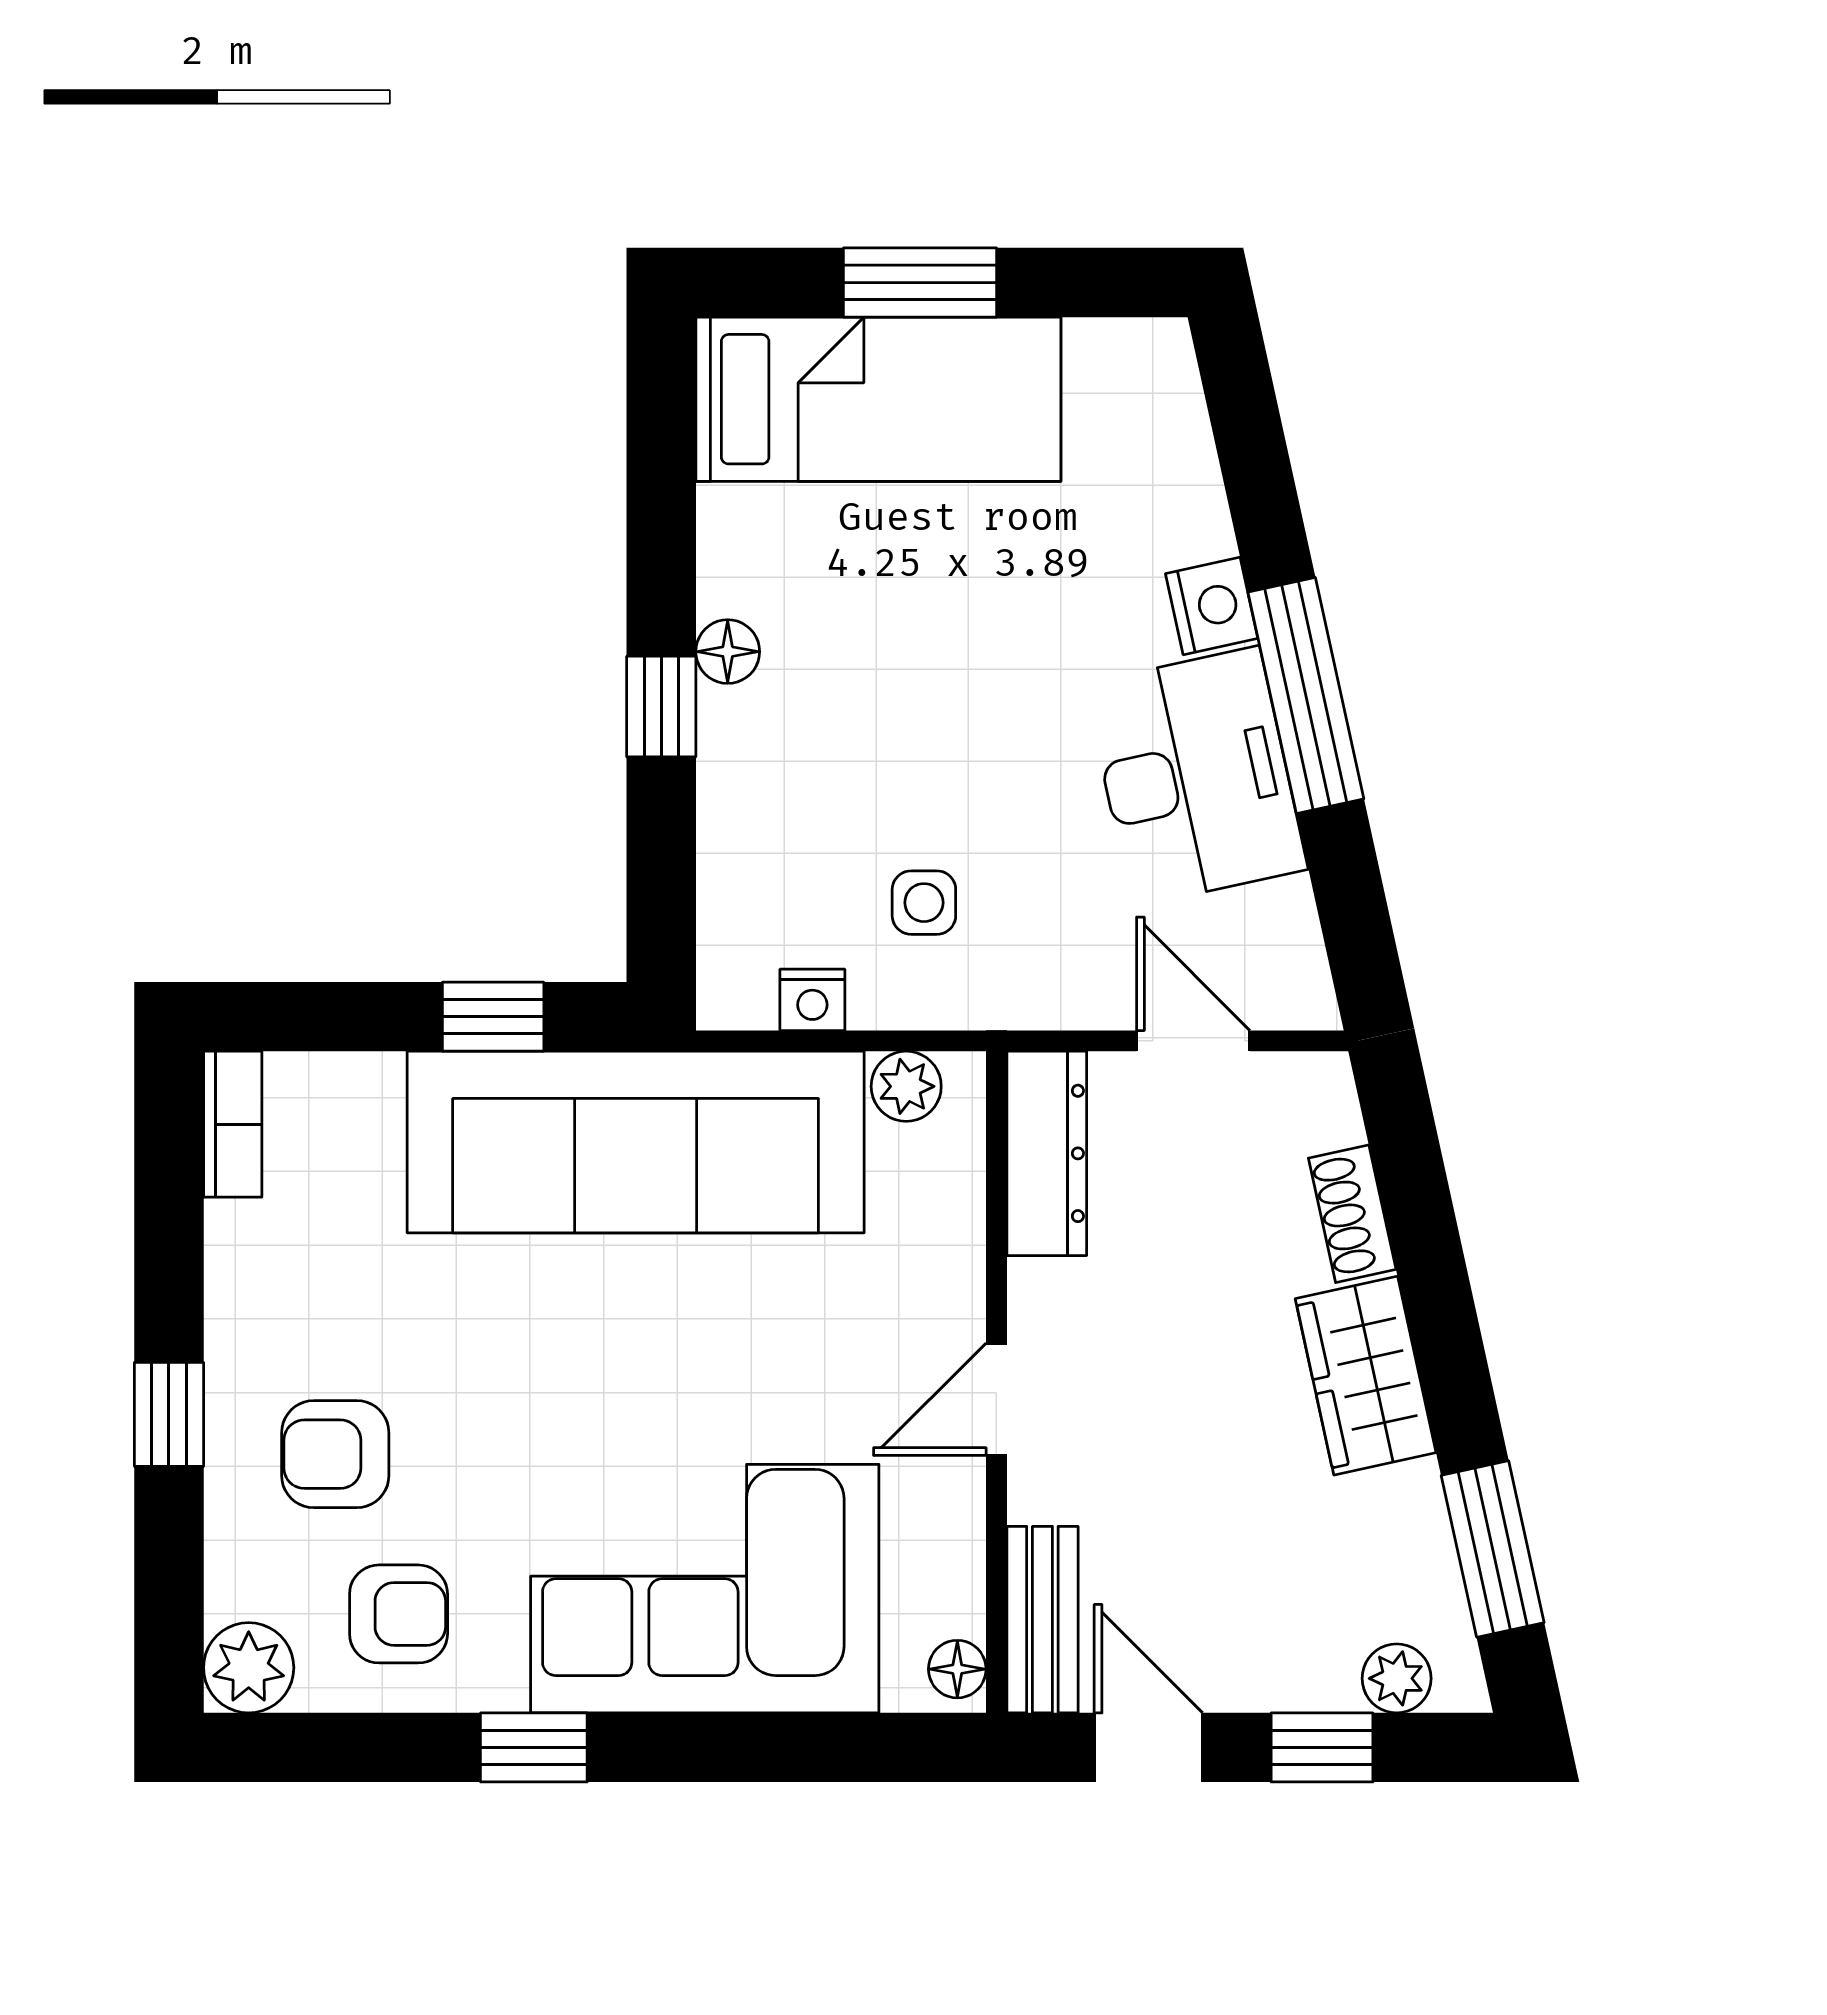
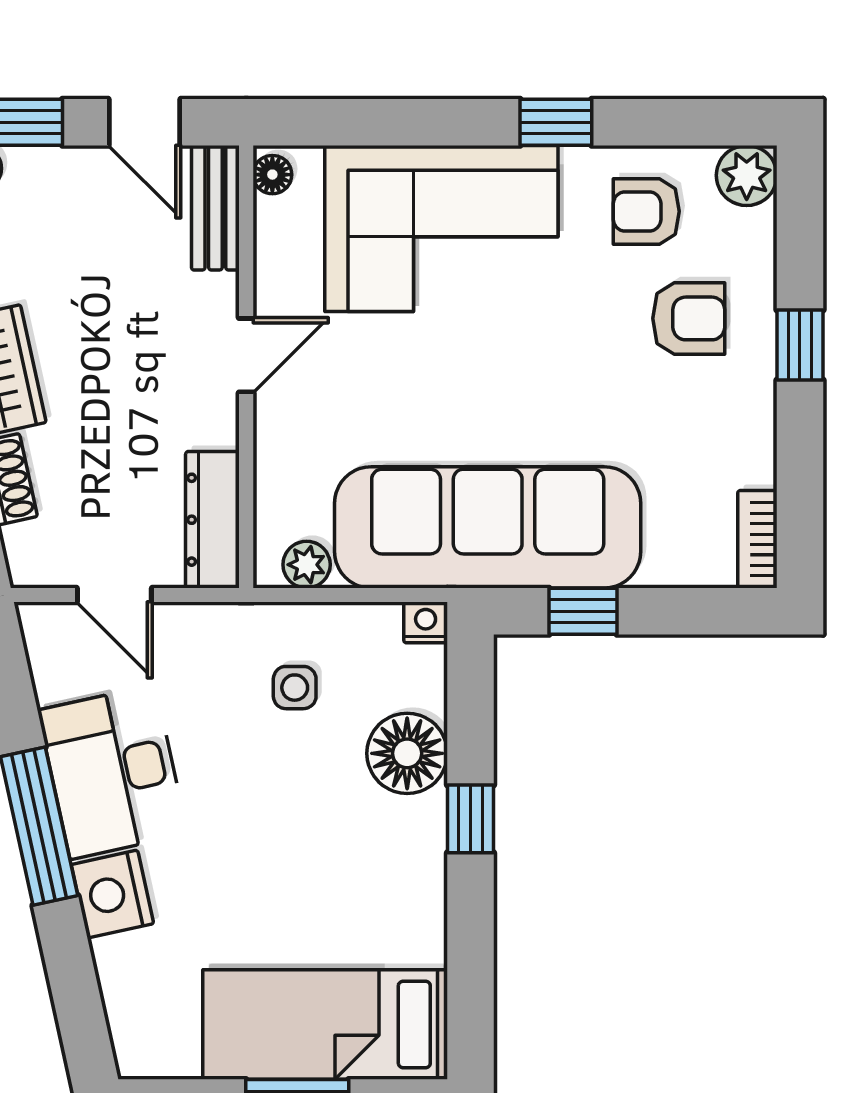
nightstand: (1212, 606) -> (112, 894), width x1.36, depth x1.33
floor lamp: (728, 652) -> (407, 753), moved, width x1.89, depth x1.89
nightstand: (812, 1000) -> (426, 622), moved

